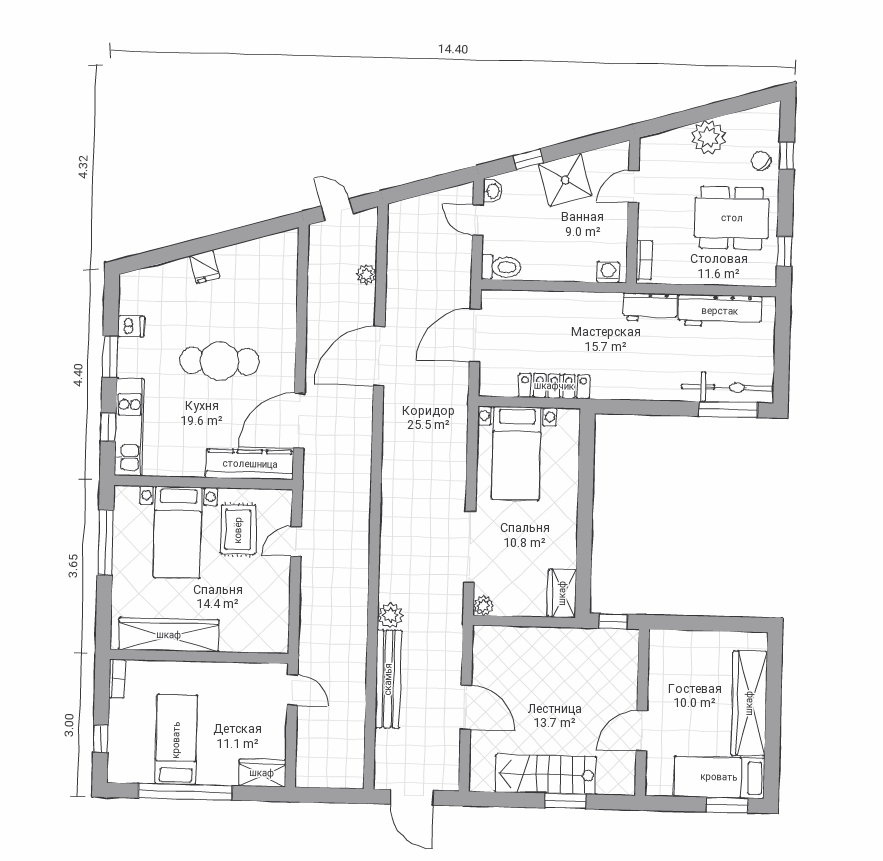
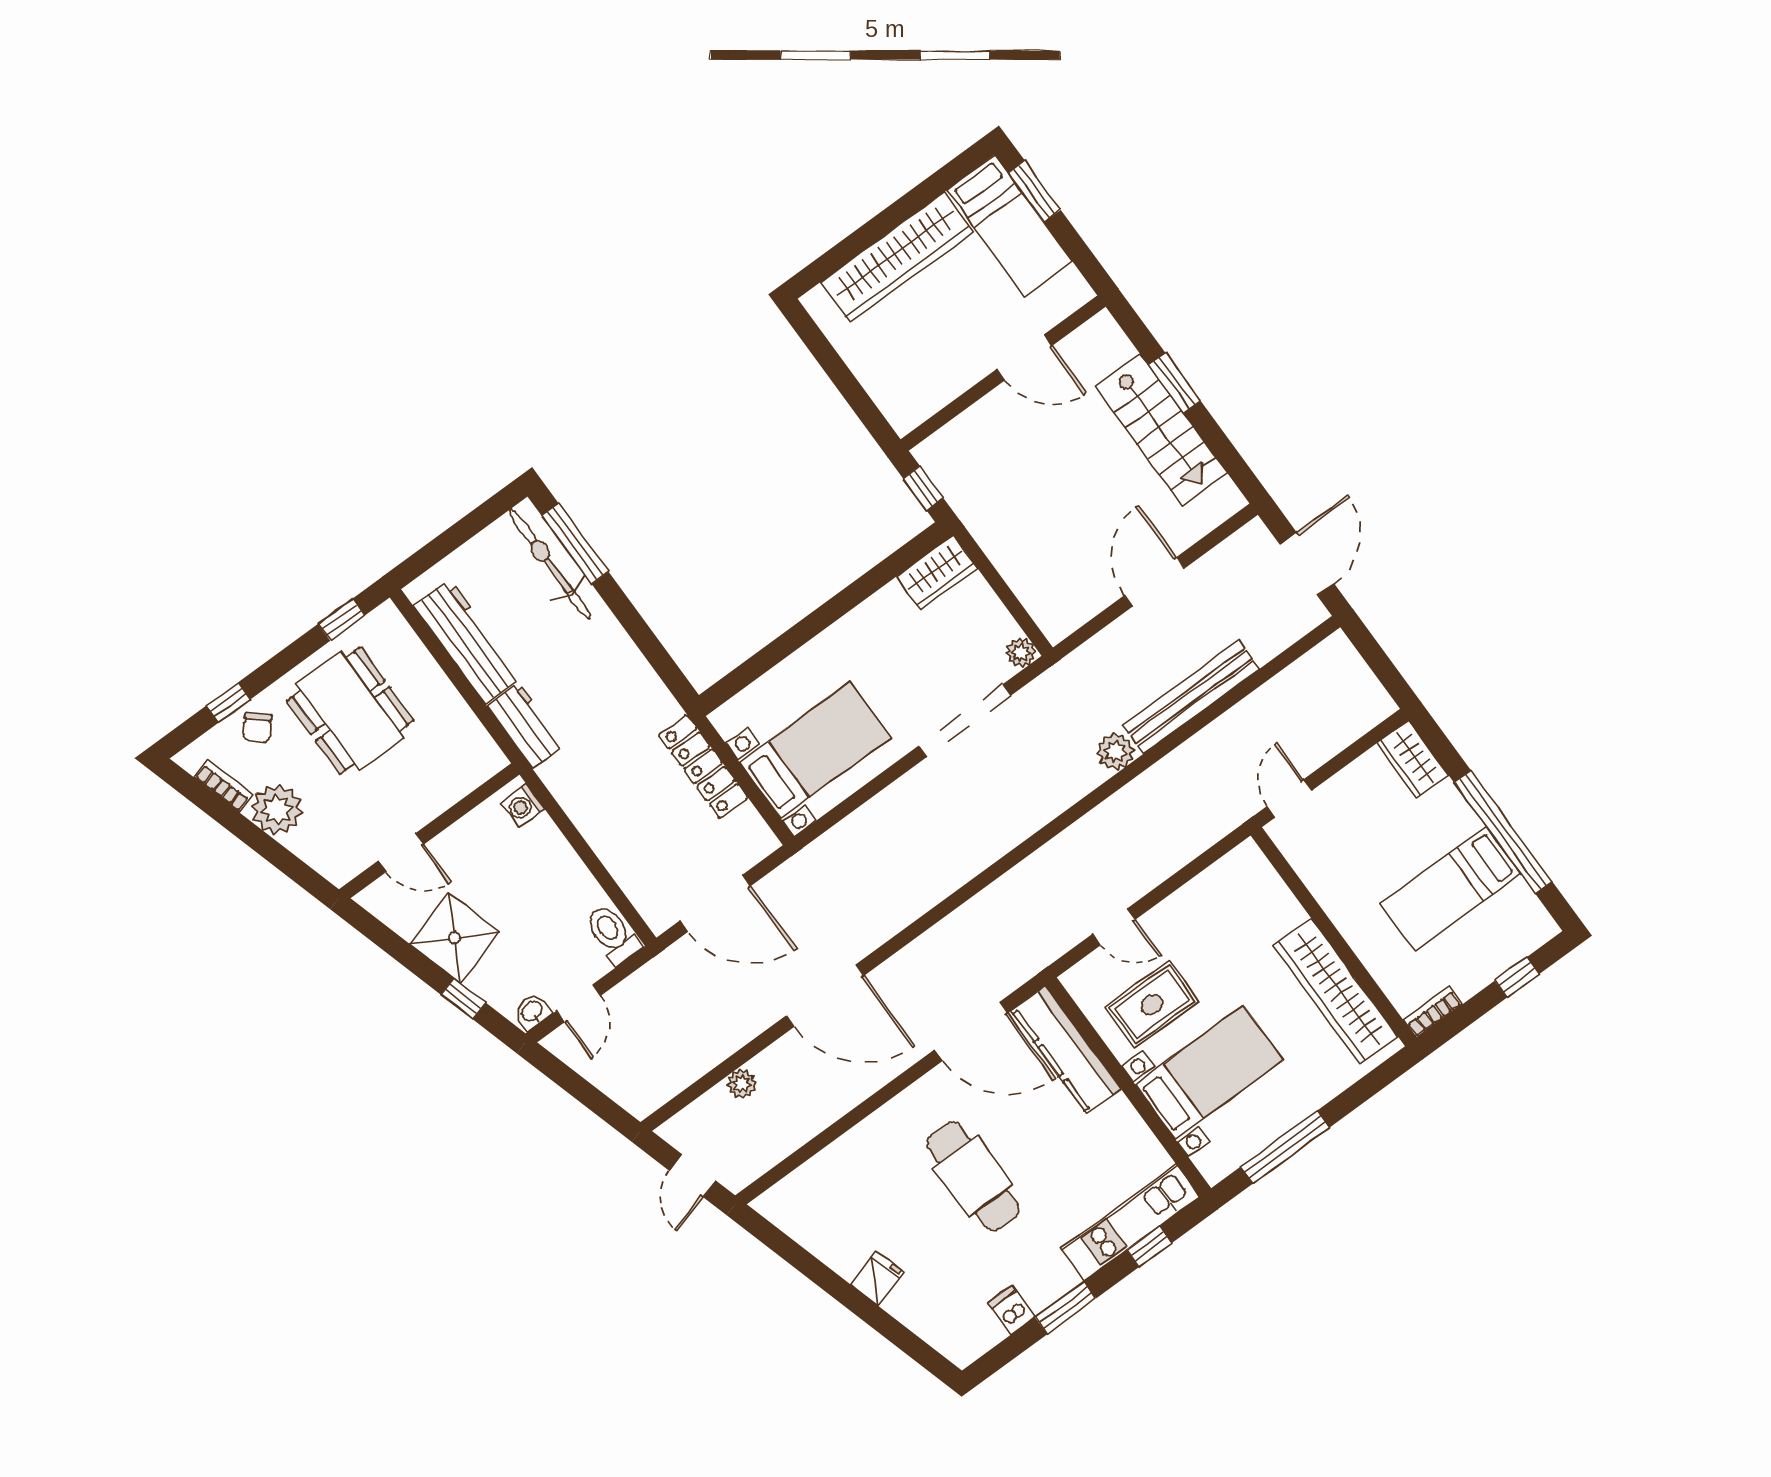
bookcase: (644, 260) -> (224, 786), moved, turned 74

